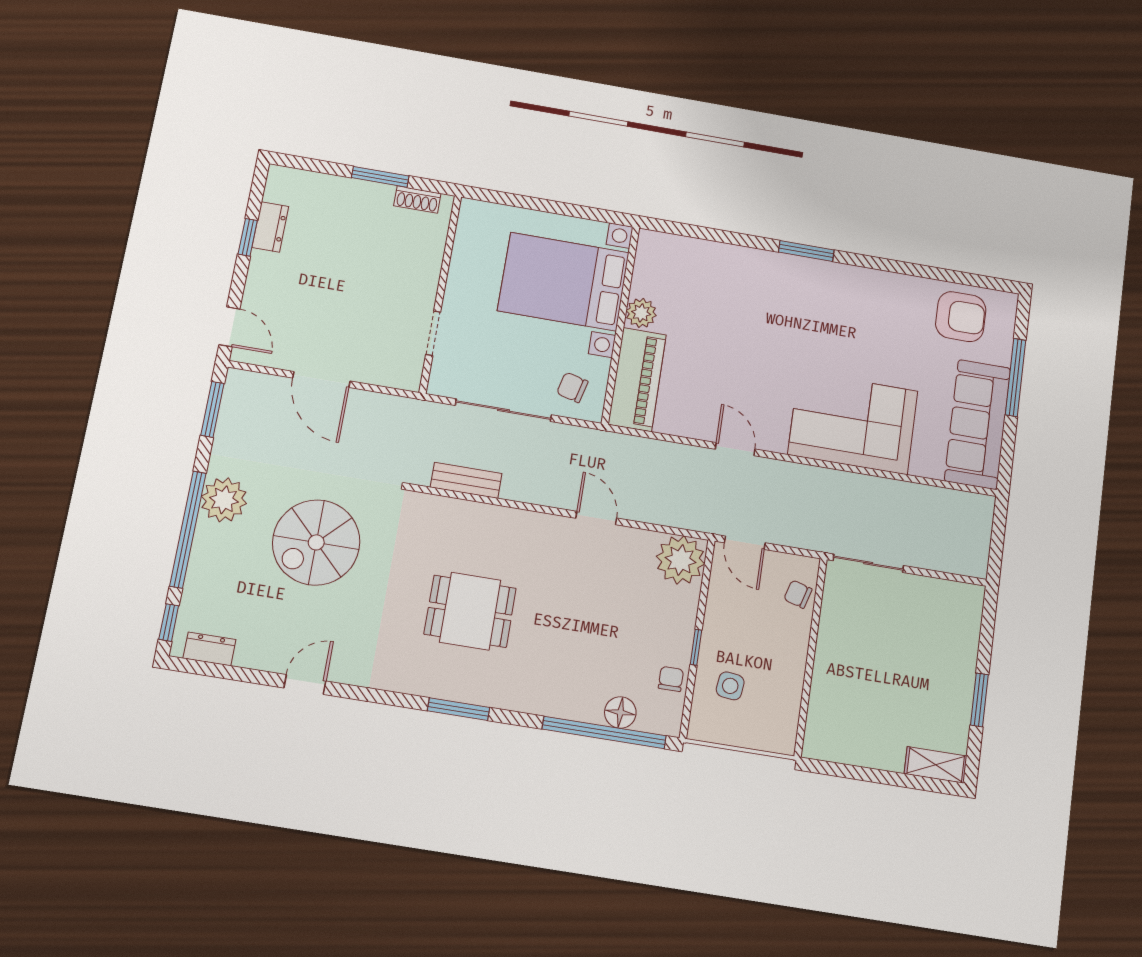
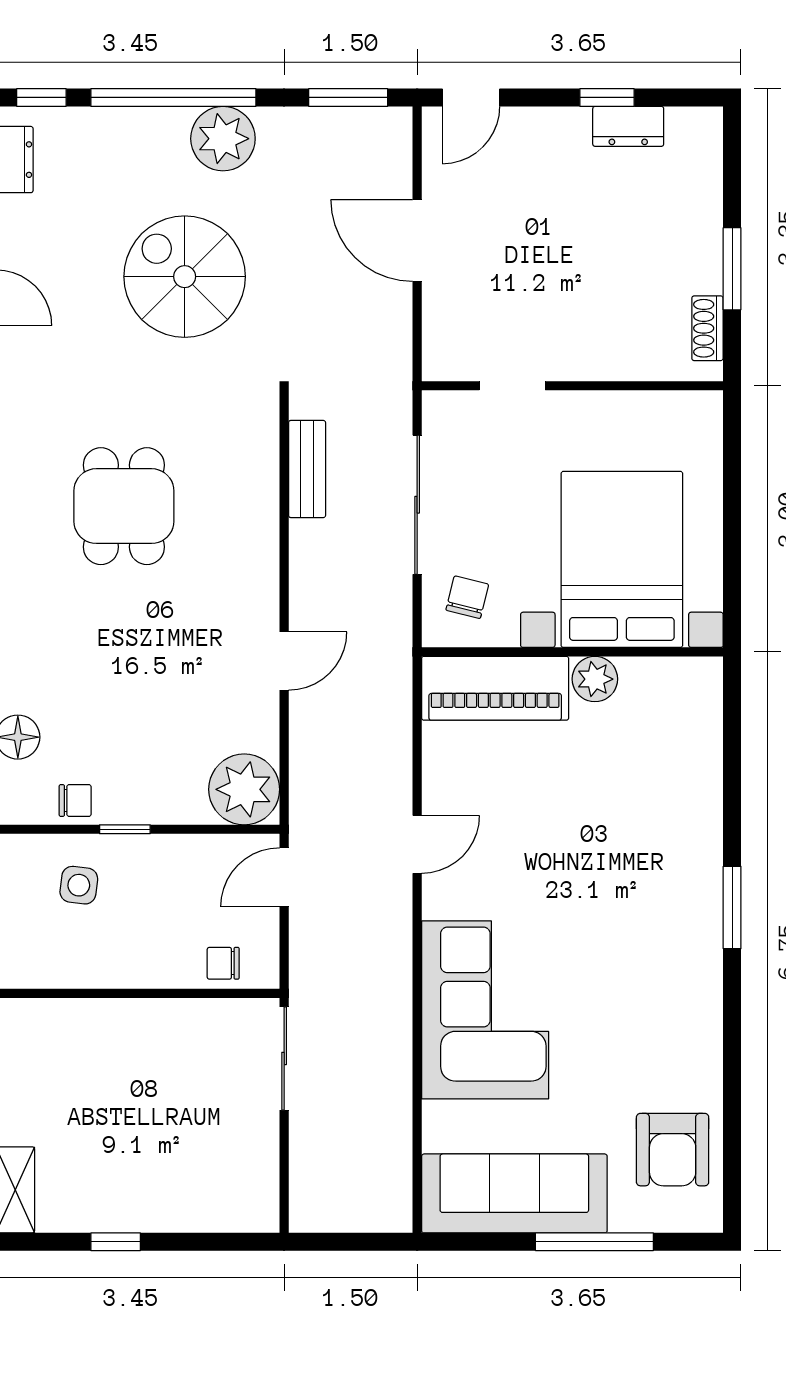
door: (321, 380) -> (417, 241), hinge flipped
chair: (798, 594) -> (223, 963), turned -106
window: (979, 700) -> (116, 1242), width x0.67

